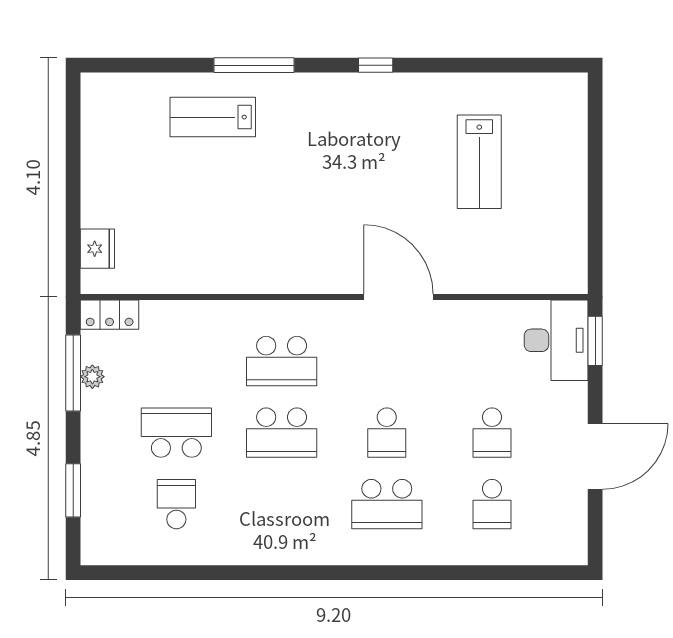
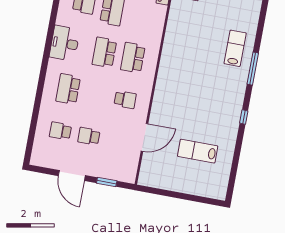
door: (399, 297) -> (145, 137), moved
desk: (556, 340) -> (65, 43), moved, turned 90
window: (595, 341) -> (107, 182), moved
school desk: (387, 433) -> (125, 100), moved, turned 180

